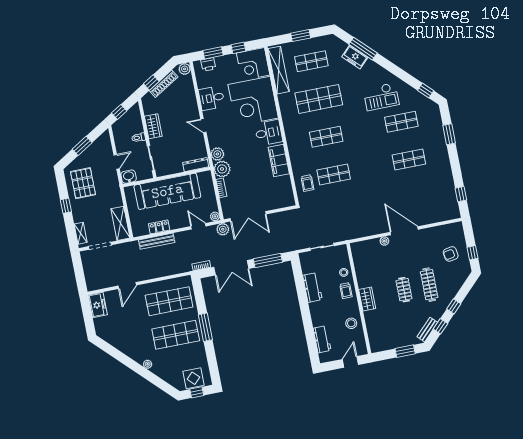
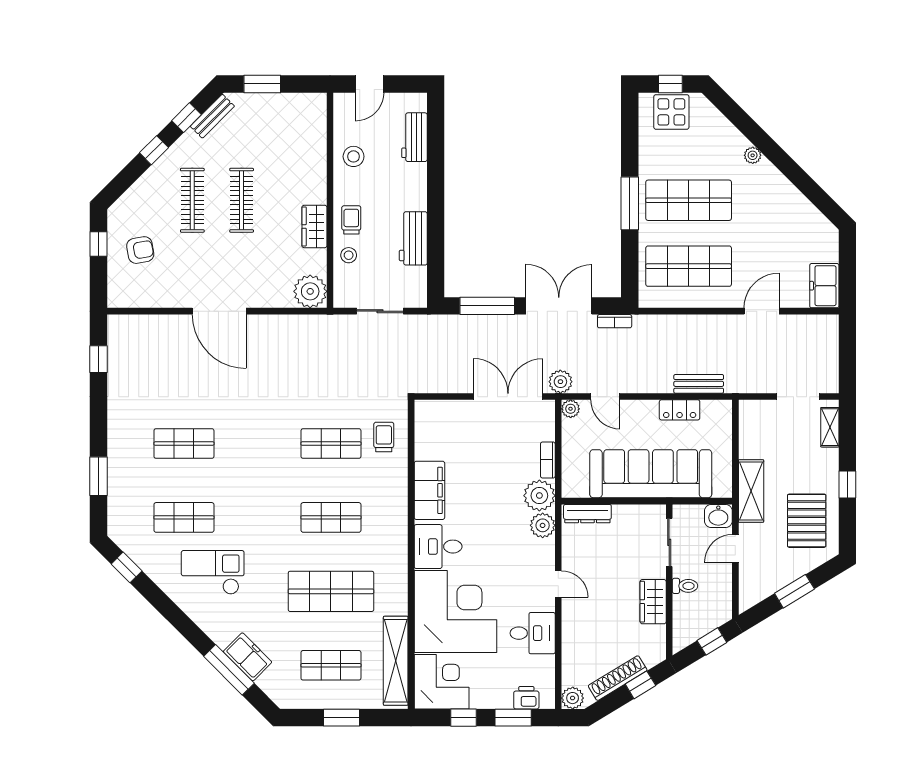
shelving: (120, 223) -> (751, 491), moved
bench: (157, 241) -> (699, 384), width x0.73
plant: (384, 241) -> (310, 291), moved, width x1.88, depth x1.88
clothes rail: (404, 290) -> (242, 200), width x1.36
wardrobe: (367, 299) -> (314, 226), moved

